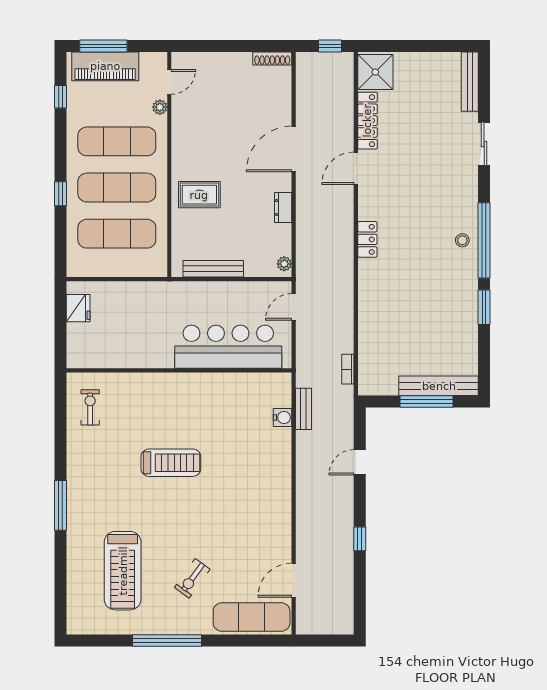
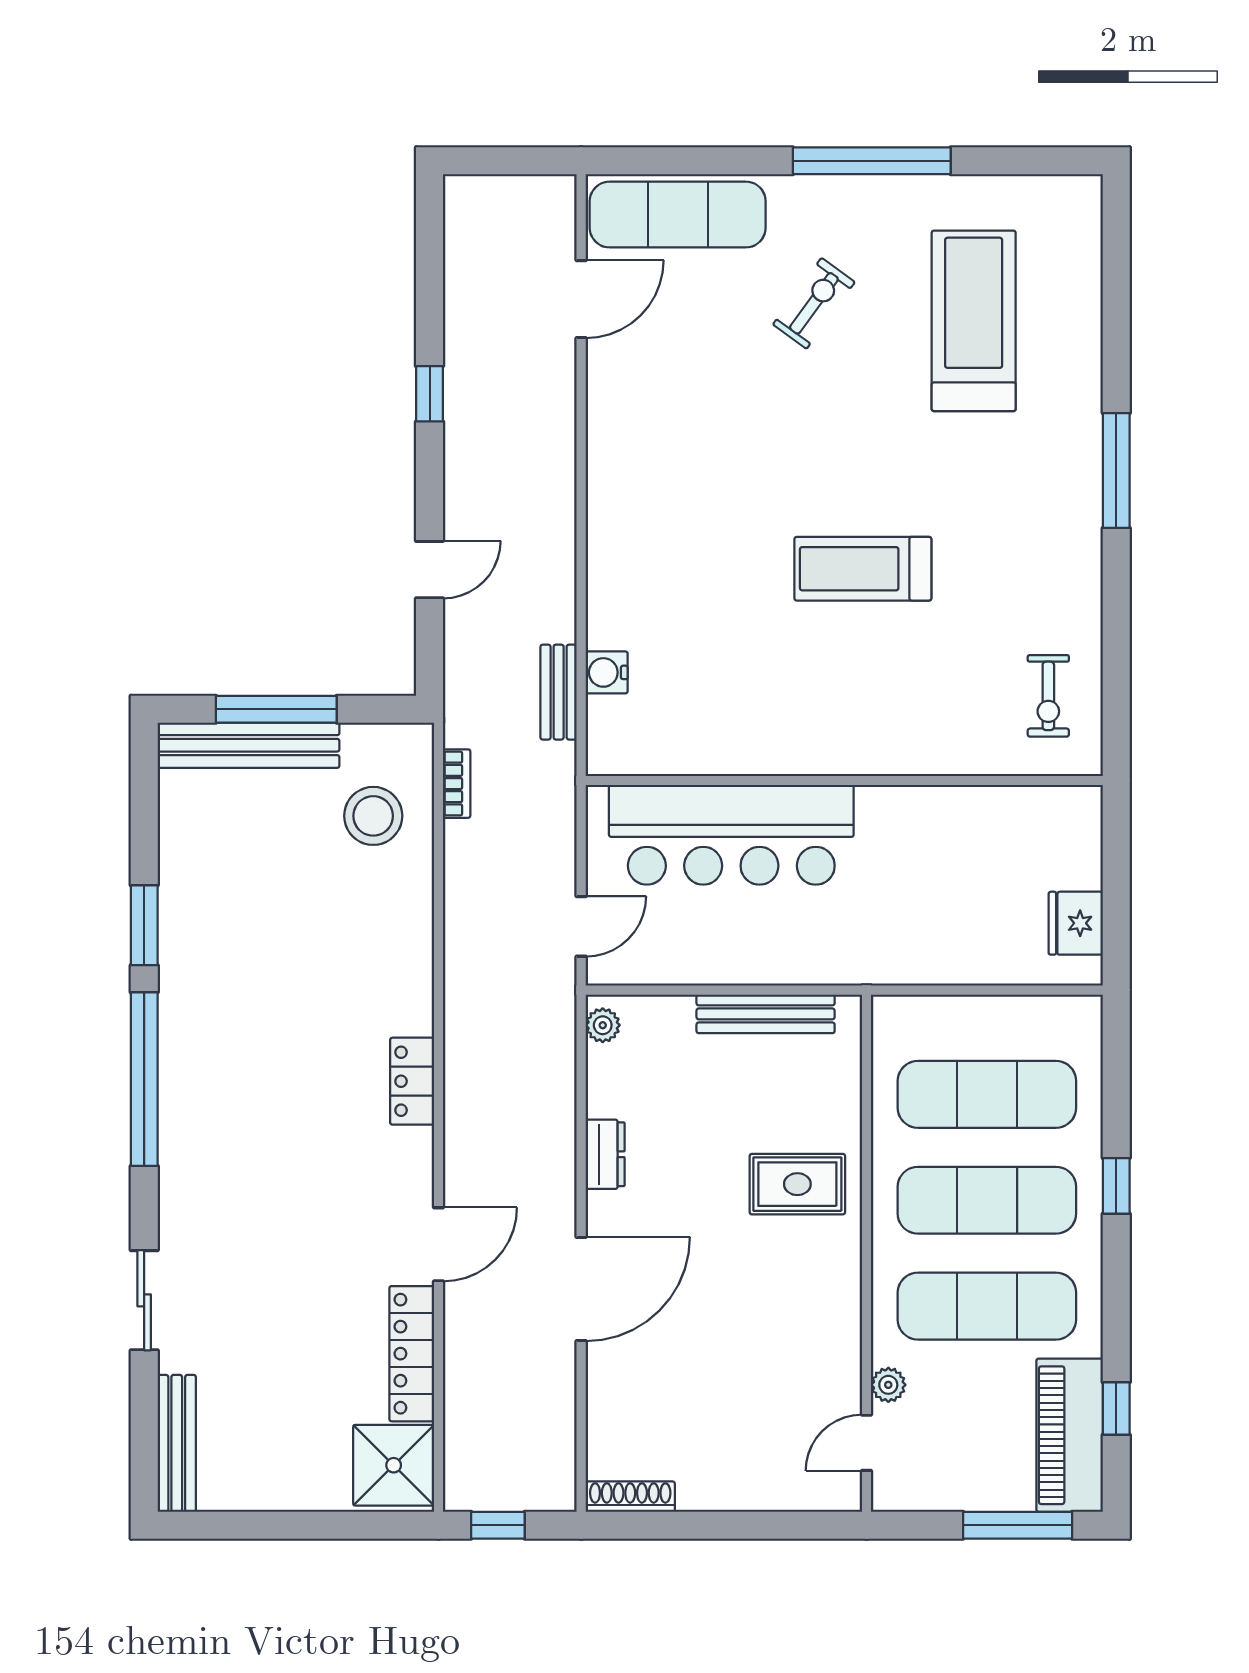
piano: (105, 66) -> (1070, 1435), moved, turned -90
stool: (462, 240) -> (373, 816), moved, width x1.89, depth x1.89

